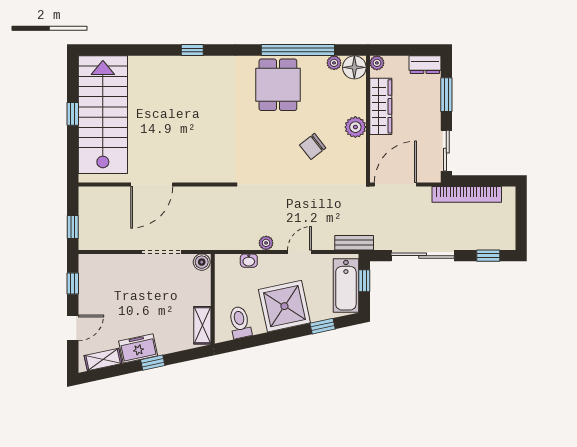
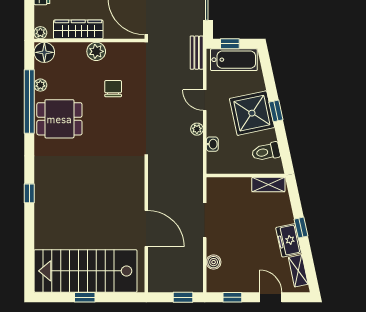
plant: (334, 63) -> (40, 85), moved
chair: (313, 146) -> (113, 89), turned -142
boiler: (202, 262) -> (214, 262), moved
window: (323, 326) -> (276, 111), moved

